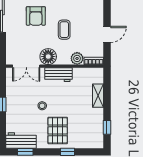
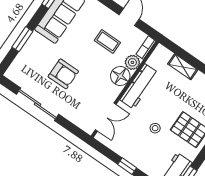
coffee table: (64, 30) -> (107, 41), moved
floor lamp: (48, 57) -> (120, 76), moved
workbench: (58, 75) -> (139, 86), width x1.38

